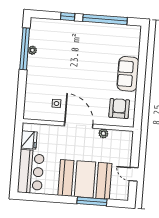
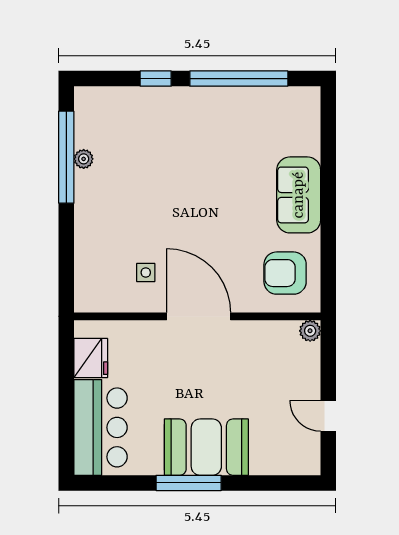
armchair: (119, 109) -> (285, 273), turned -90
plant: (103, 133) -> (310, 331), moved
booth: (85, 179) -> (206, 447), width x0.73, depth x0.70
window: (92, 201) -> (189, 483), moved

